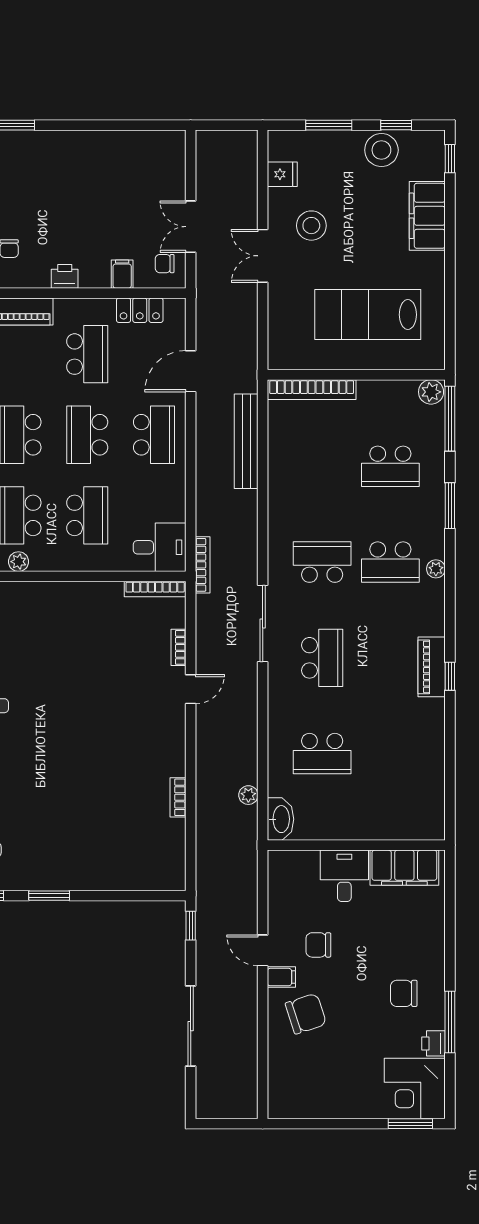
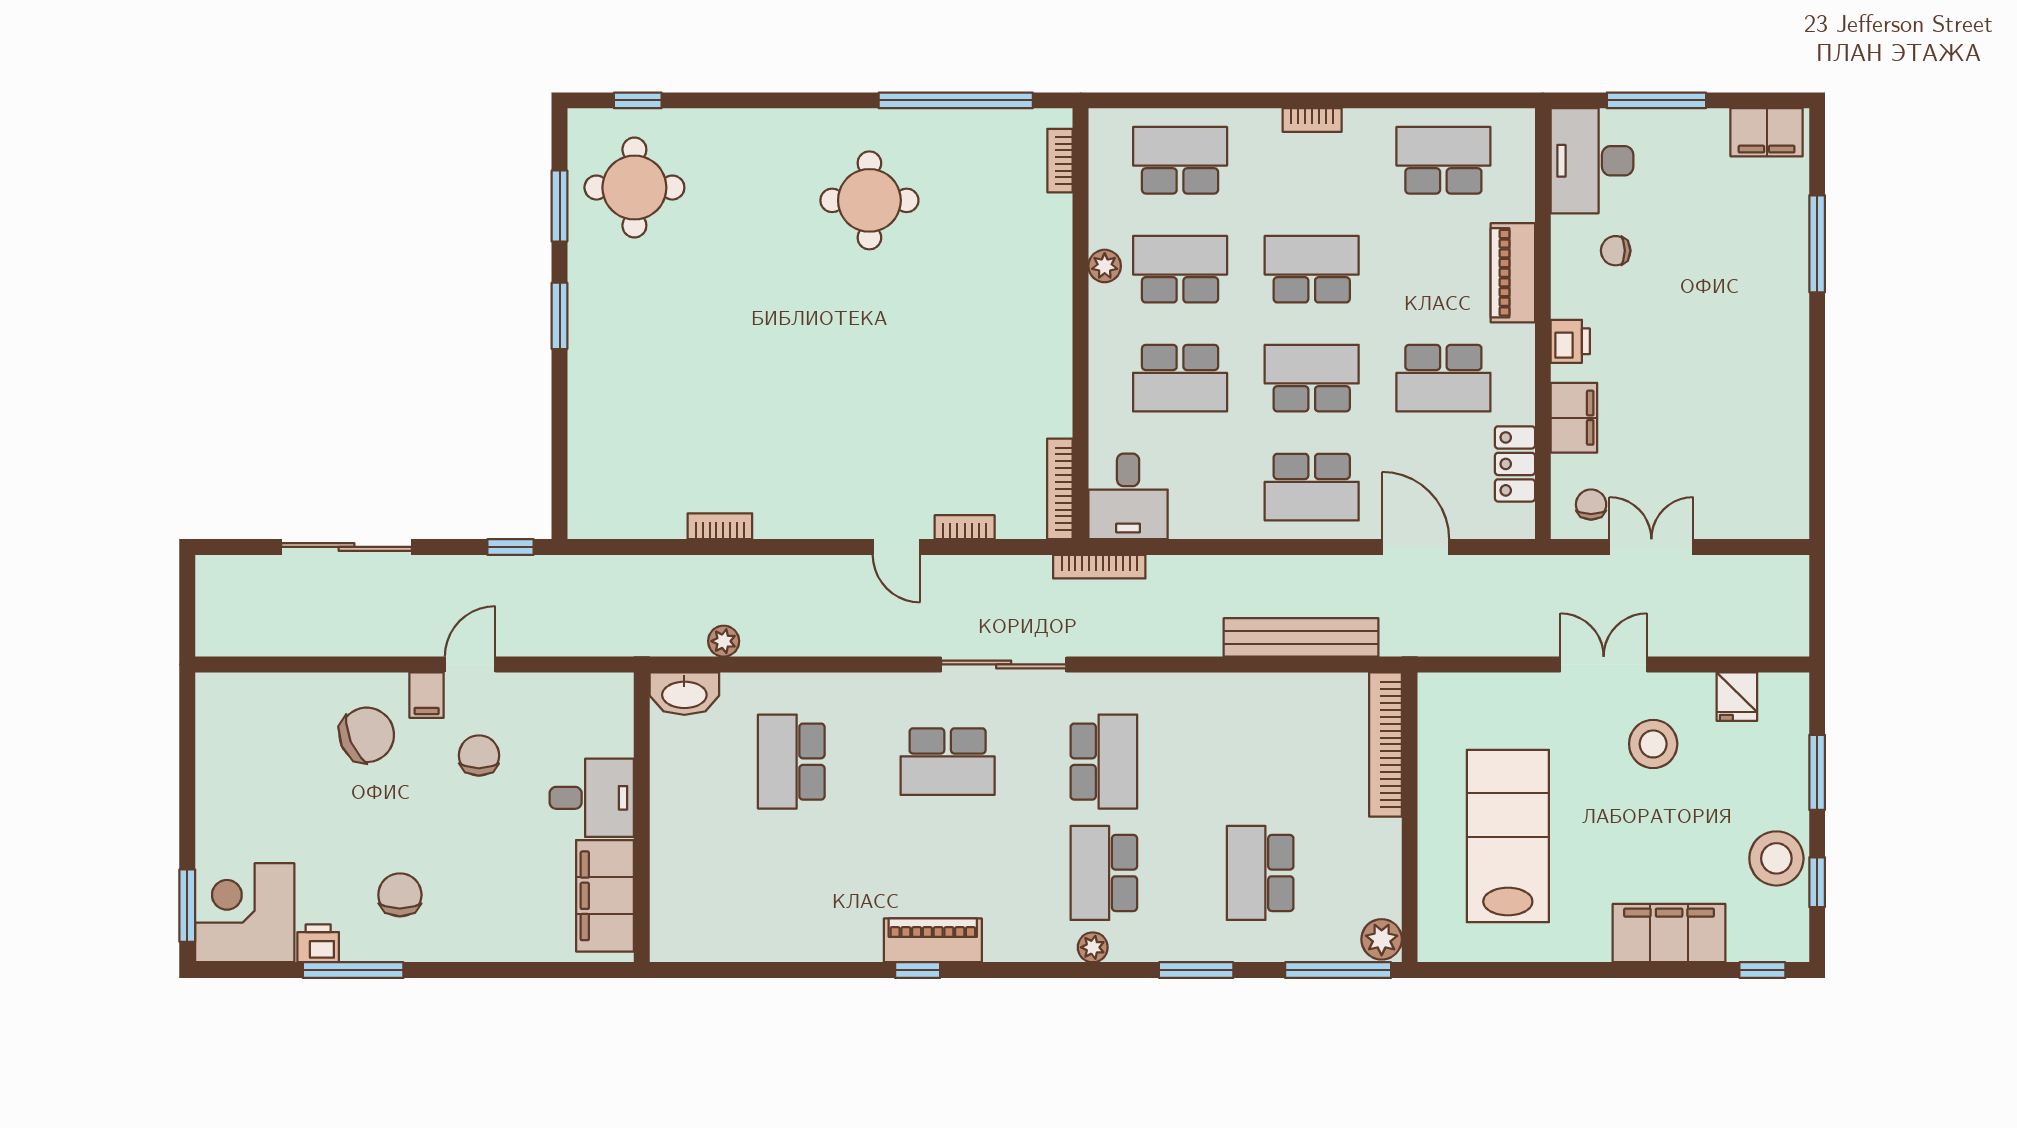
filing cabinet: (122, 274) -> (1574, 418), width x2.00
chair: (306, 1014) -> (367, 735), turned -95

